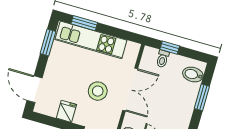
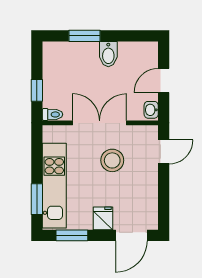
toilet: (163, 59) -> (52, 114), moved
bidet: (193, 74) -> (108, 54), moved
fridge: (66, 111) -> (103, 218), moved, turned 90

